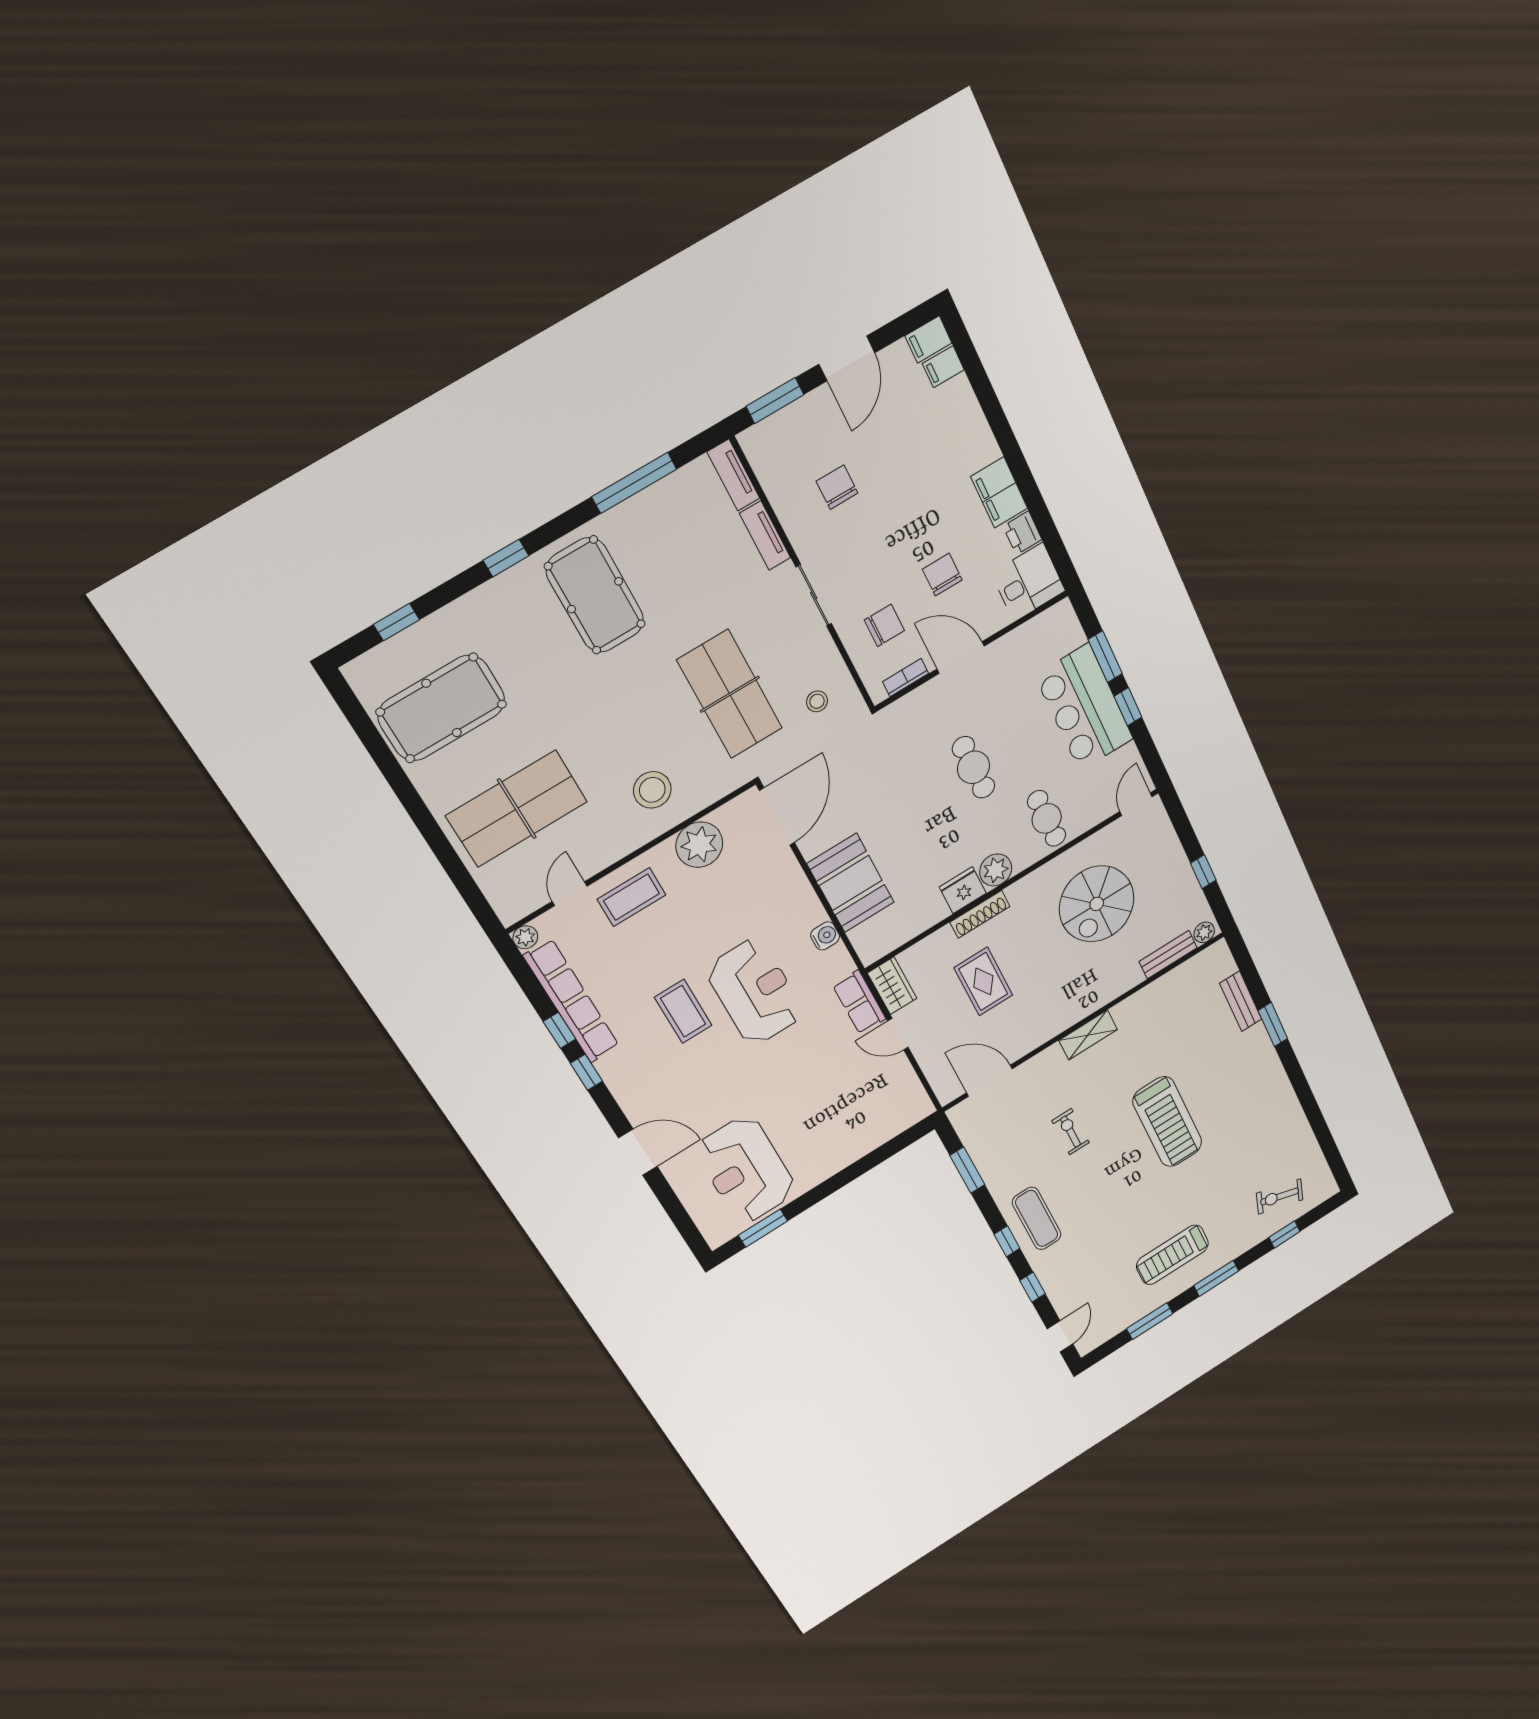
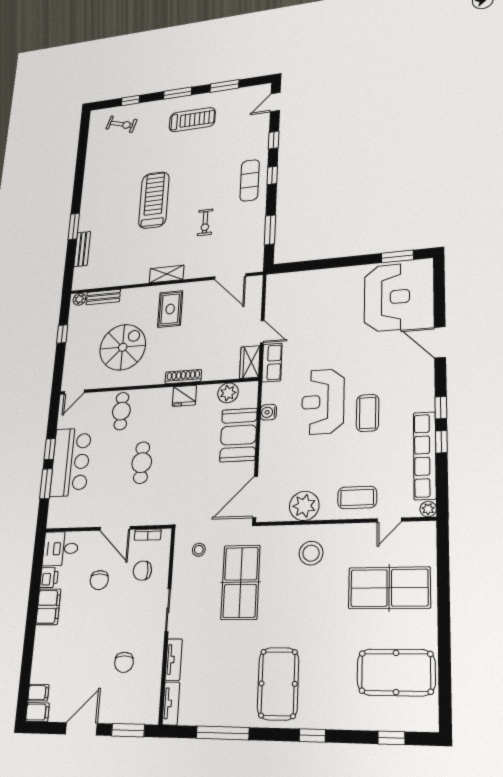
plant: (996, 870) -> (228, 393), moved
rug: (983, 981) -> (170, 309), moved

